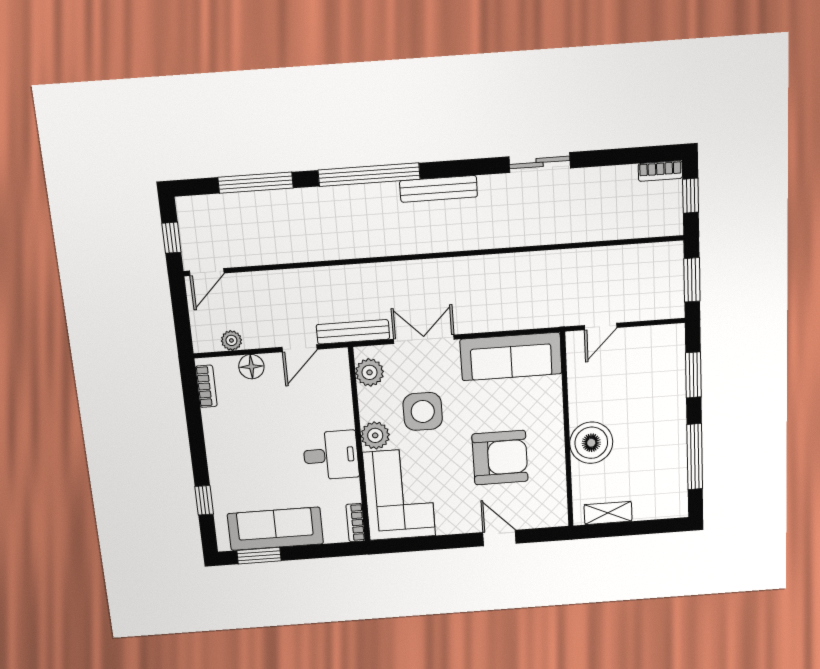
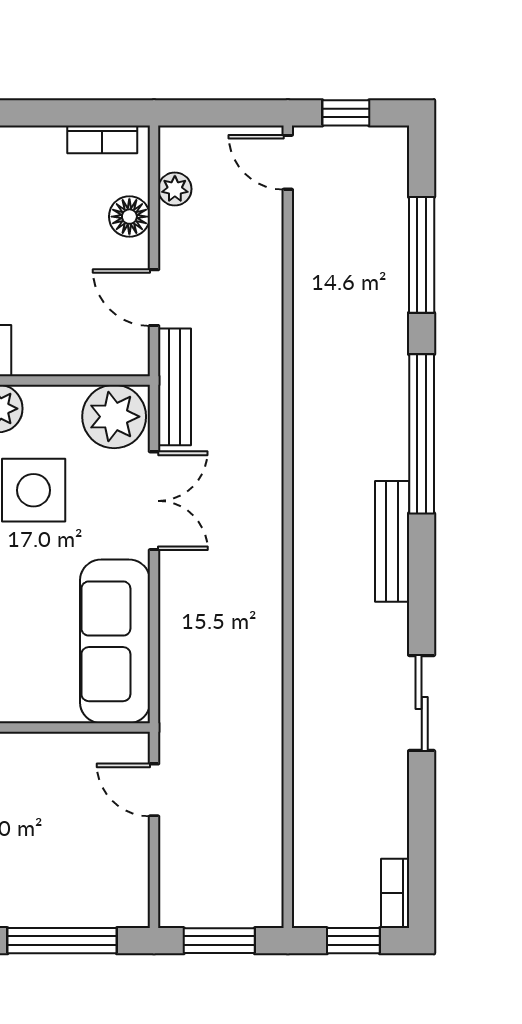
plant: (370, 372) -> (114, 417), width x1.36, depth x1.36
window: (693, 375) -> (62, 941), width x1.44

